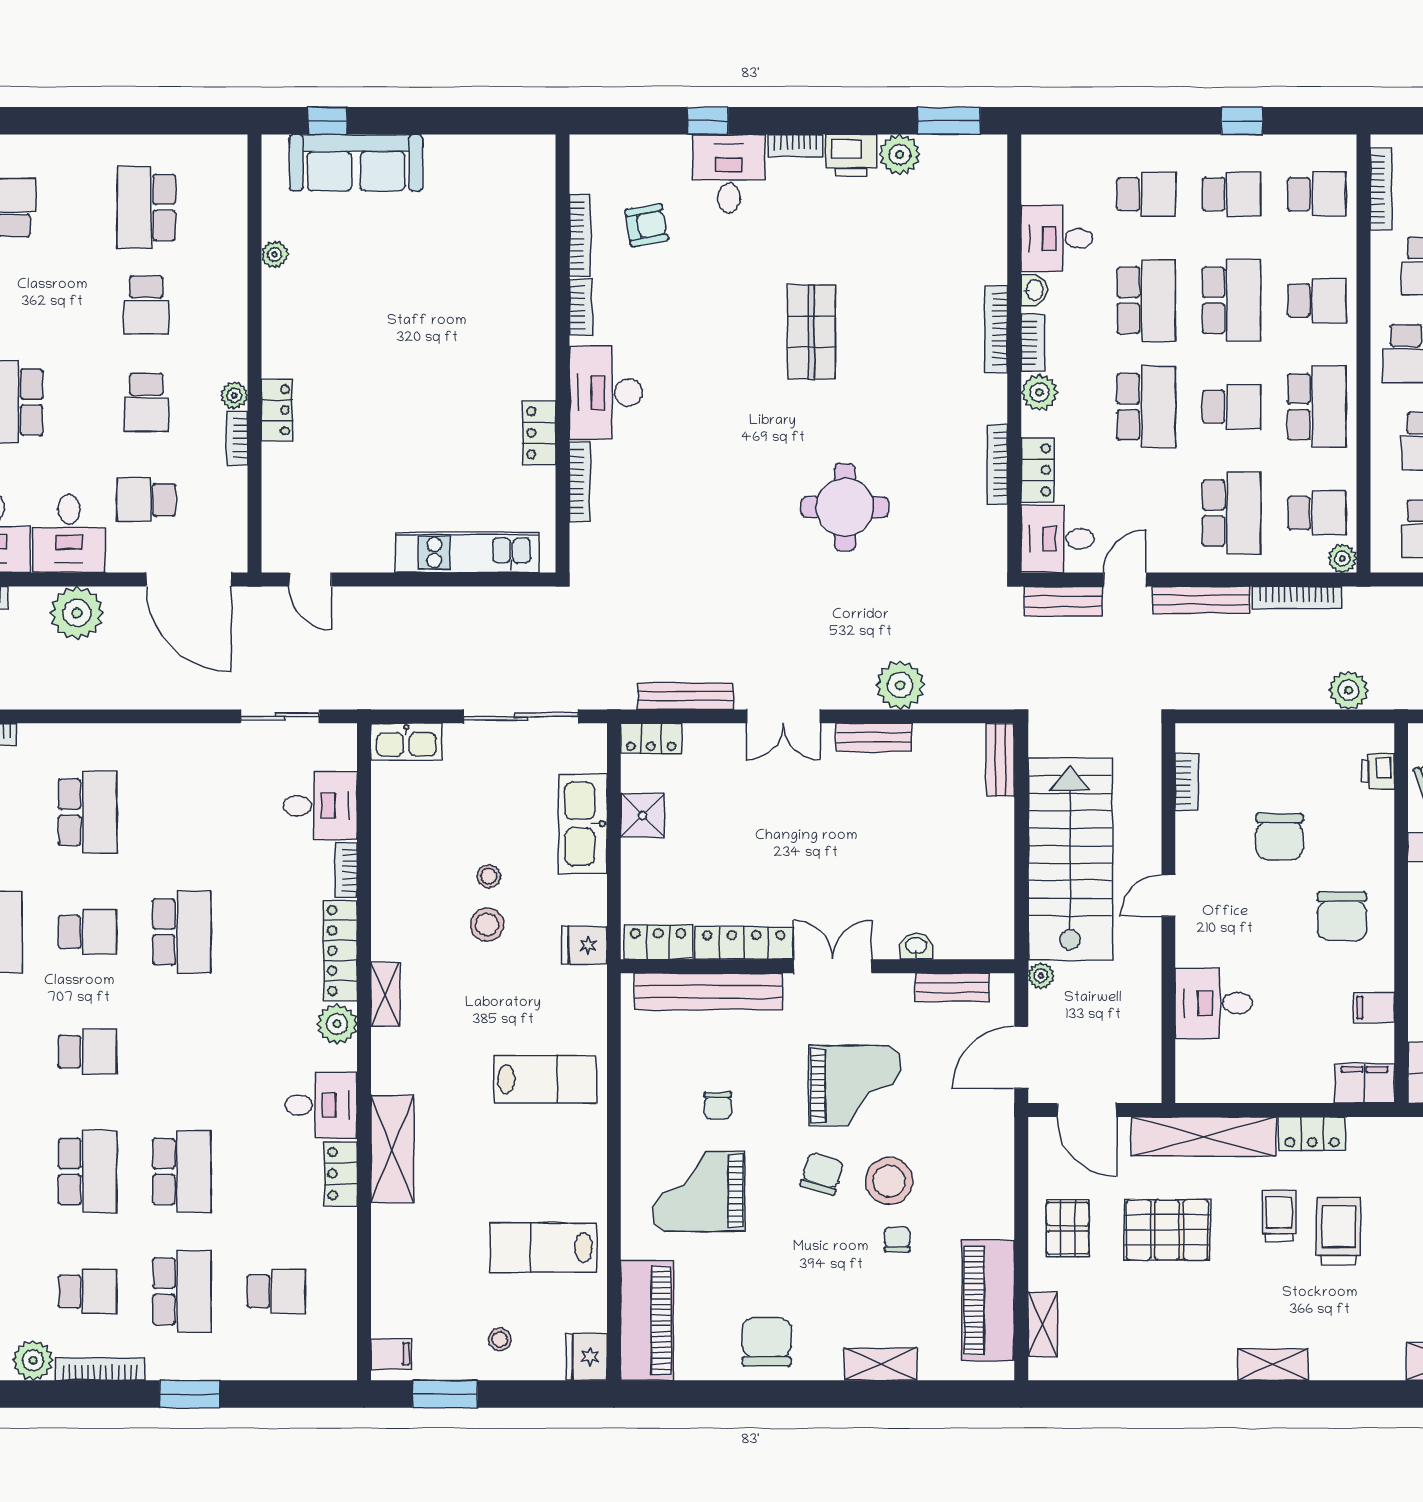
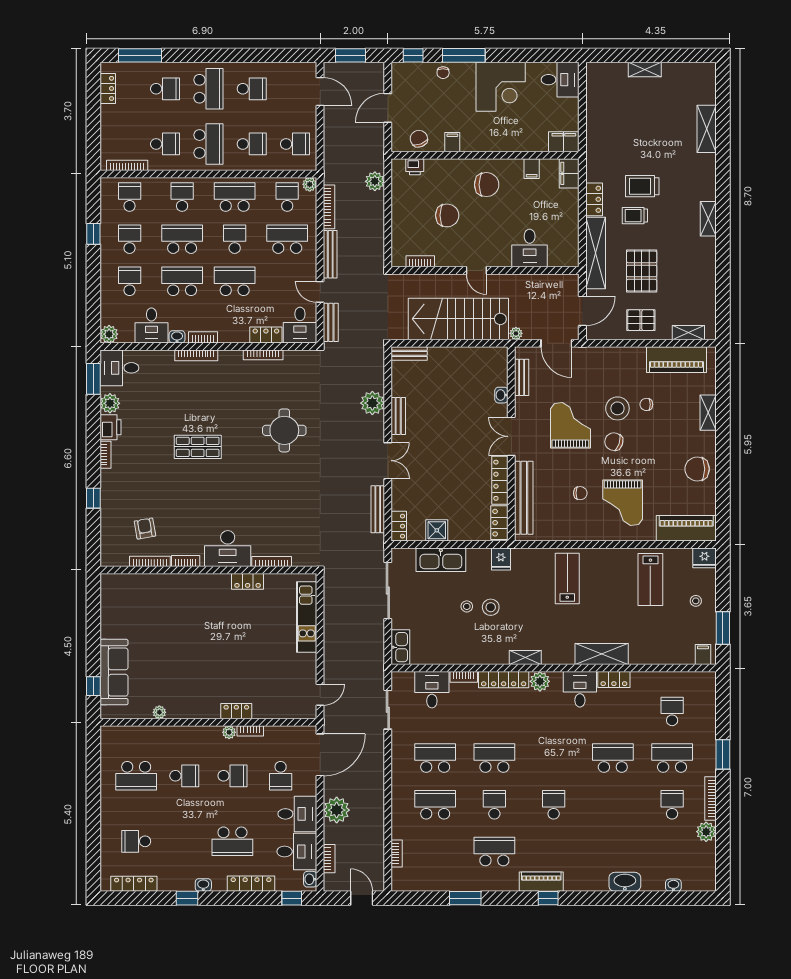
desk: (729, 174) -> (119, 368), moved
plant: (1039, 392) -> (109, 334), moved
school desk: (87, 1172) -> (435, 758), moved

